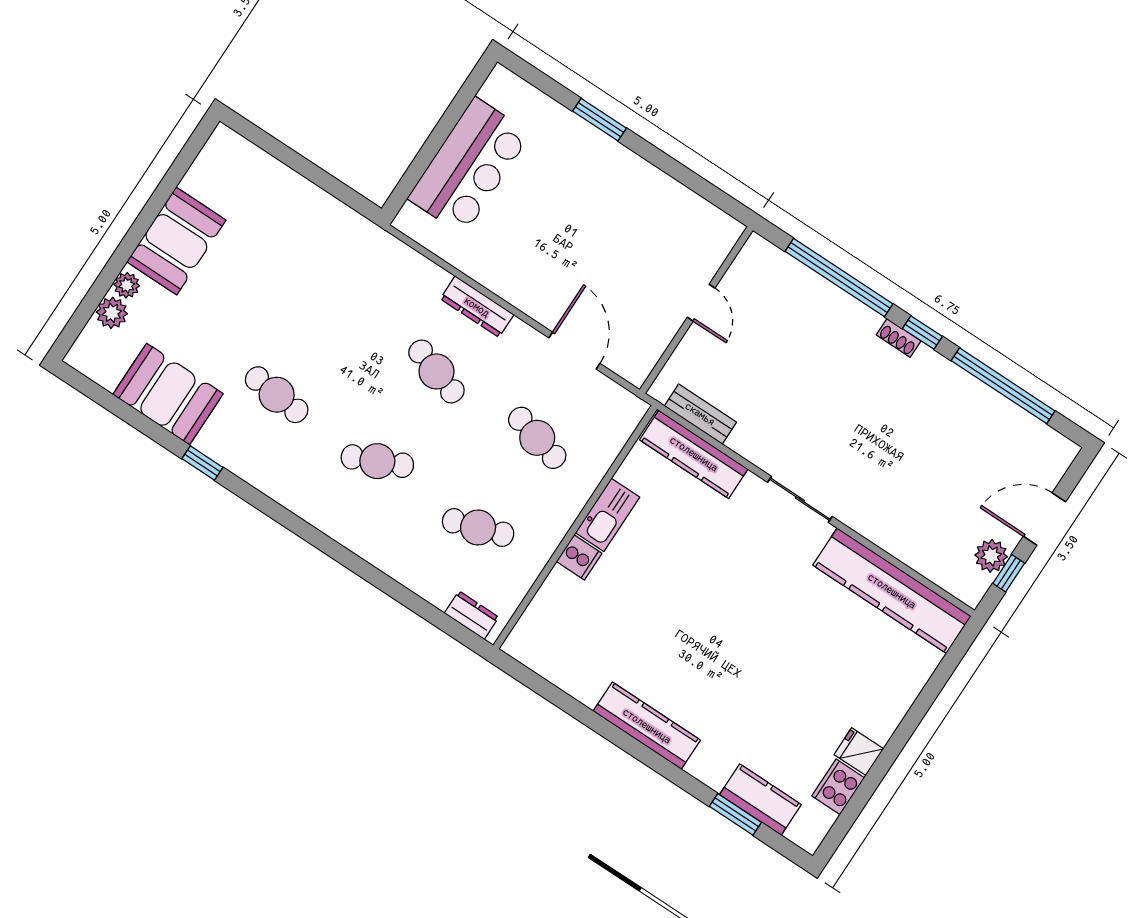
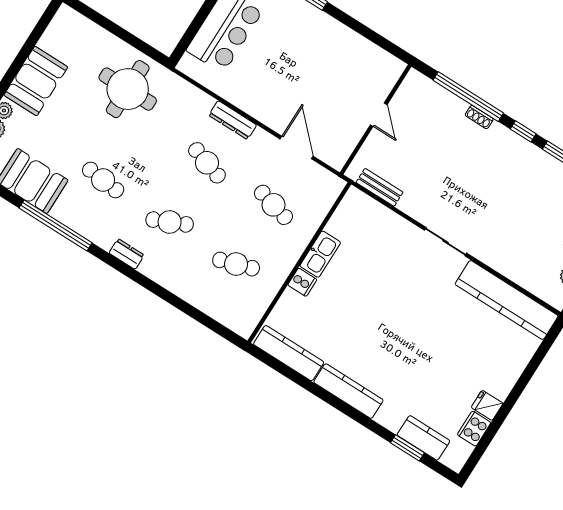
round table: (317, 256) -> (128, 89), added
shoe rack: (899, 338) -> (479, 117), moved
kitchen counter: (694, 454) -> (289, 353), moved, turned 180
window: (202, 463) -> (56, 225), width x3.17
dresser: (472, 615) -> (127, 254), moved

